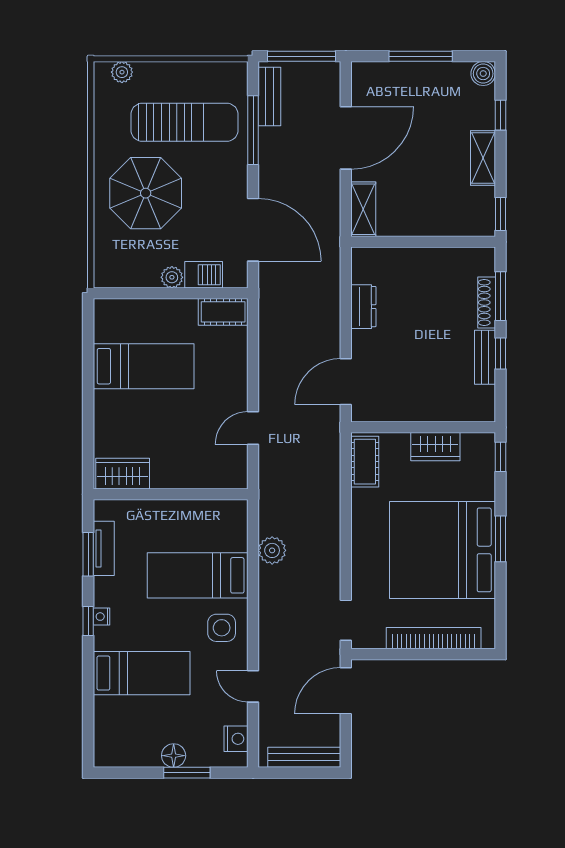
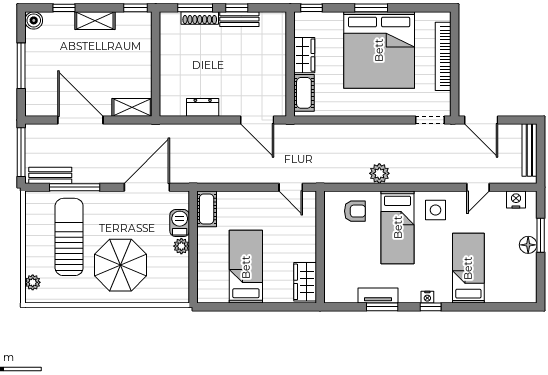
cot: (365, 462) -> (304, 93), moved, turned 90
wardrobe: (123, 474) -> (305, 282), moved
wall: (171, 494) -> (320, 247), moved
armchair: (220, 517) -> (355, 211), added

